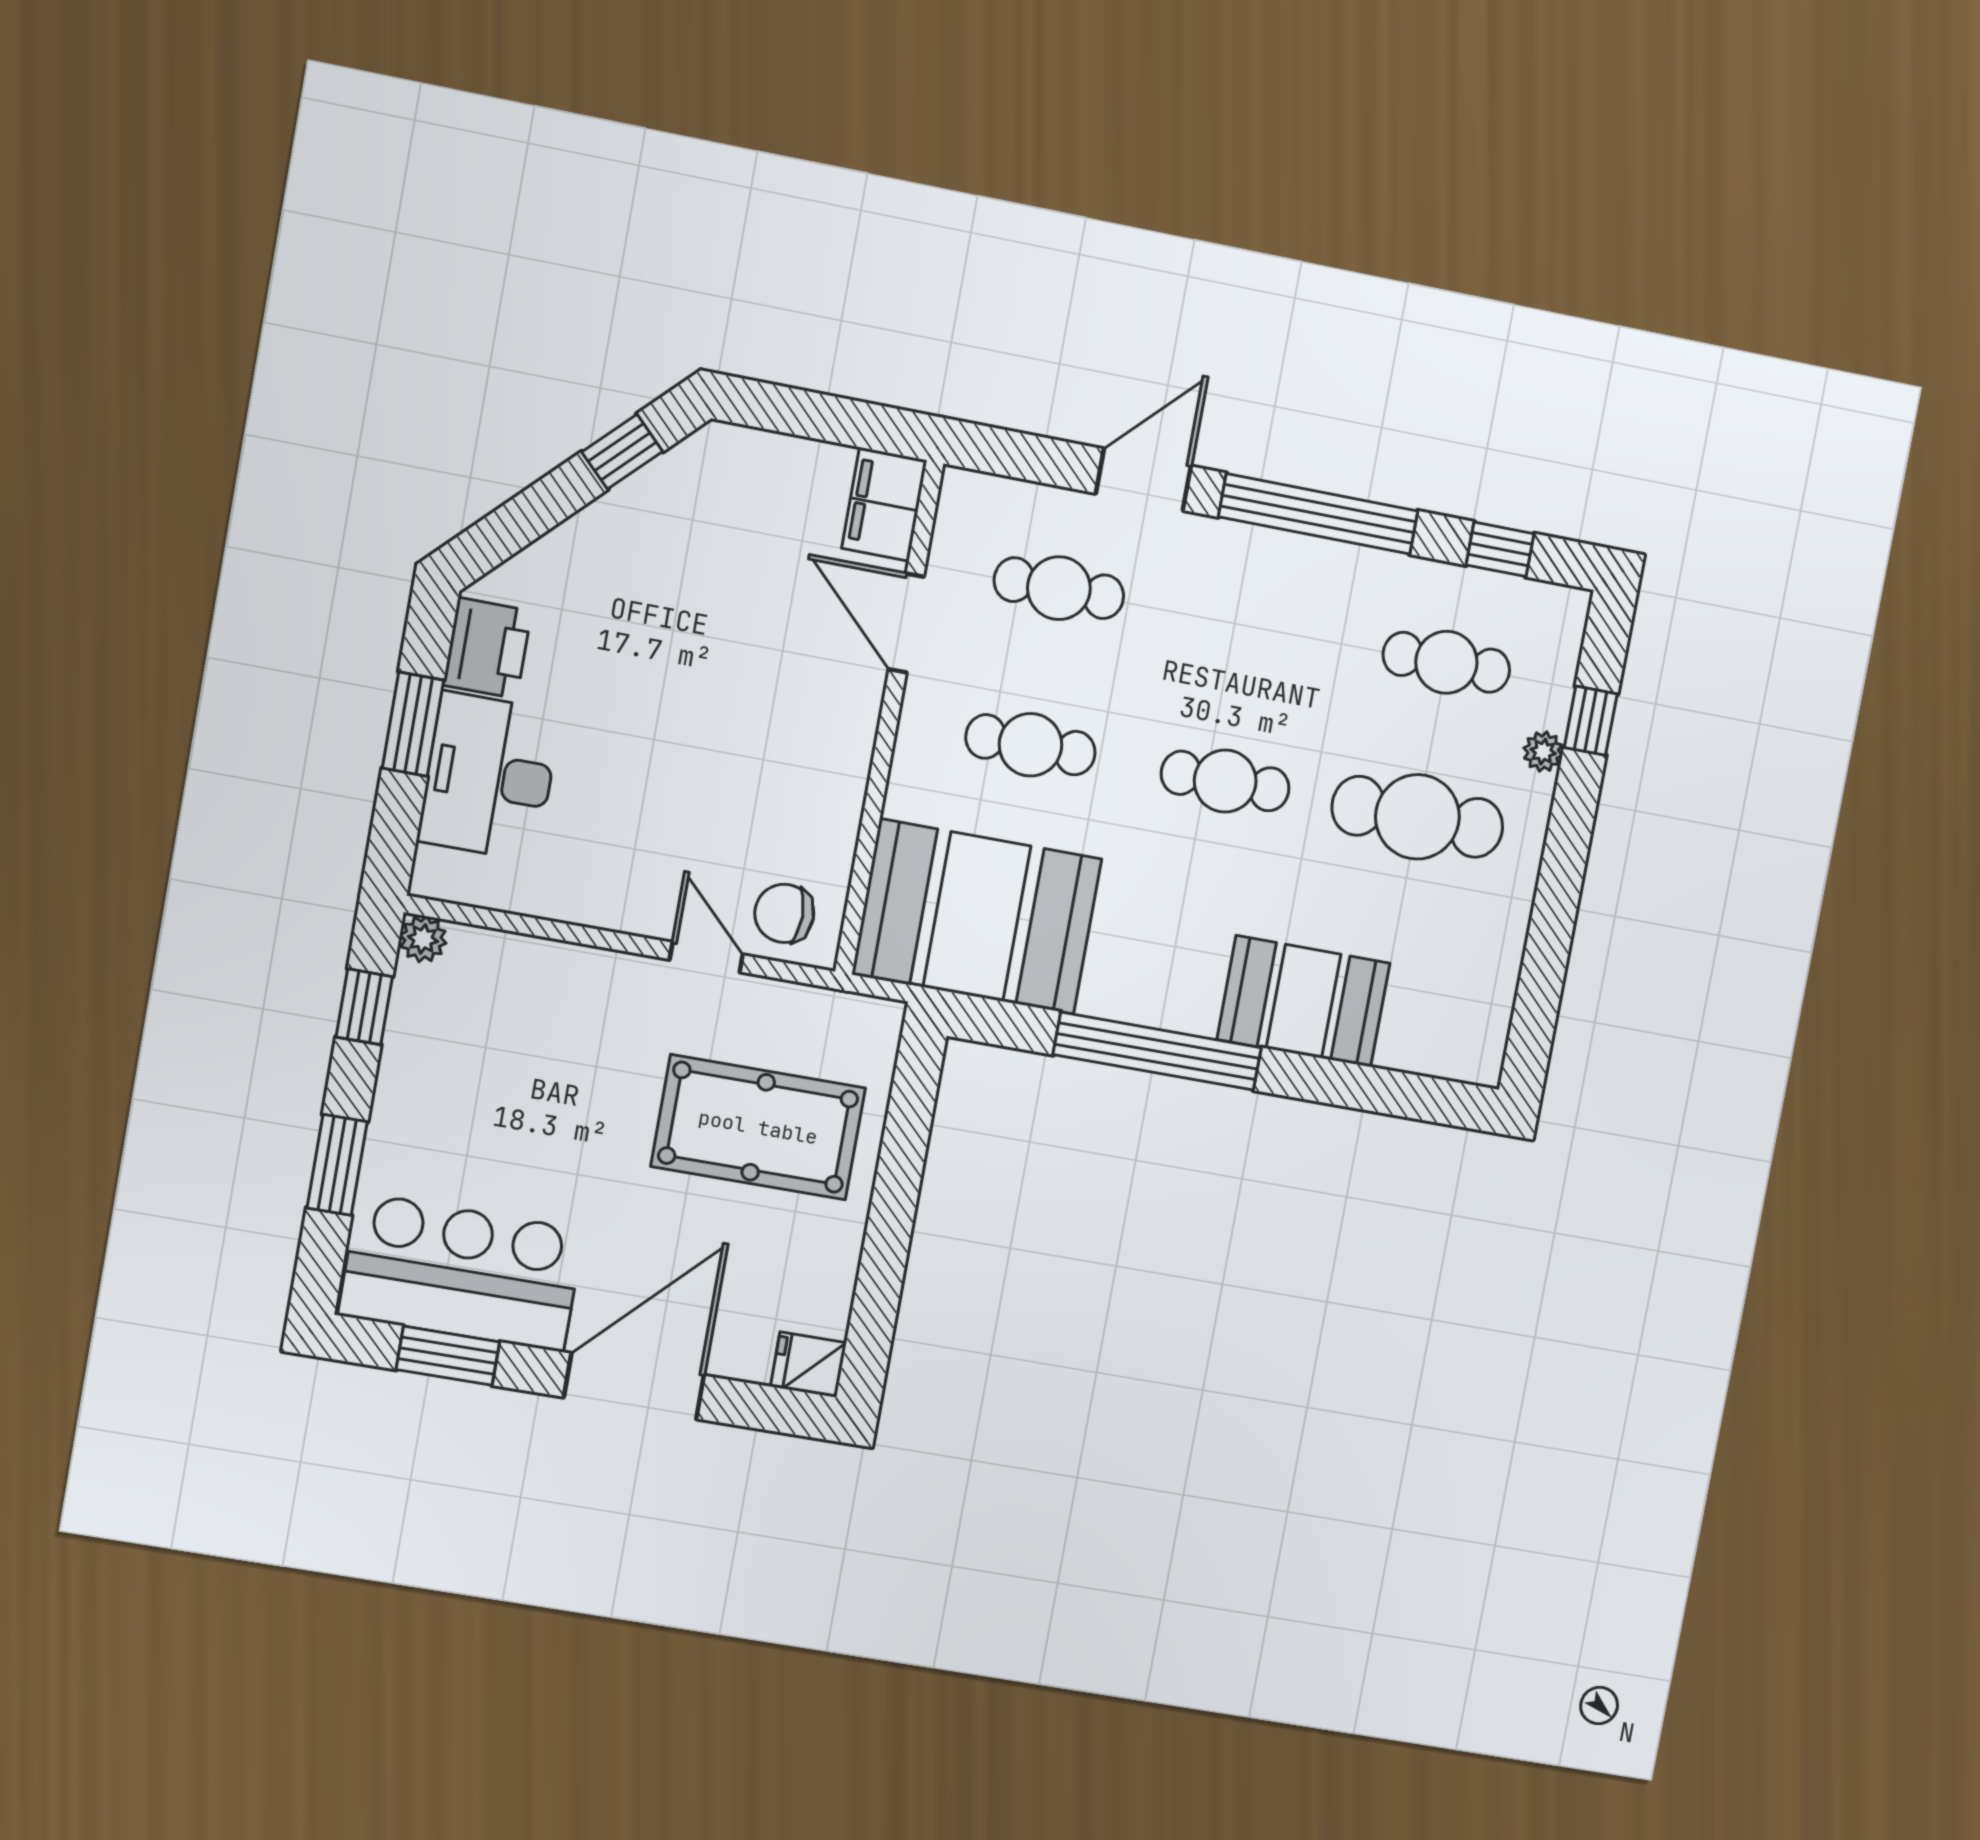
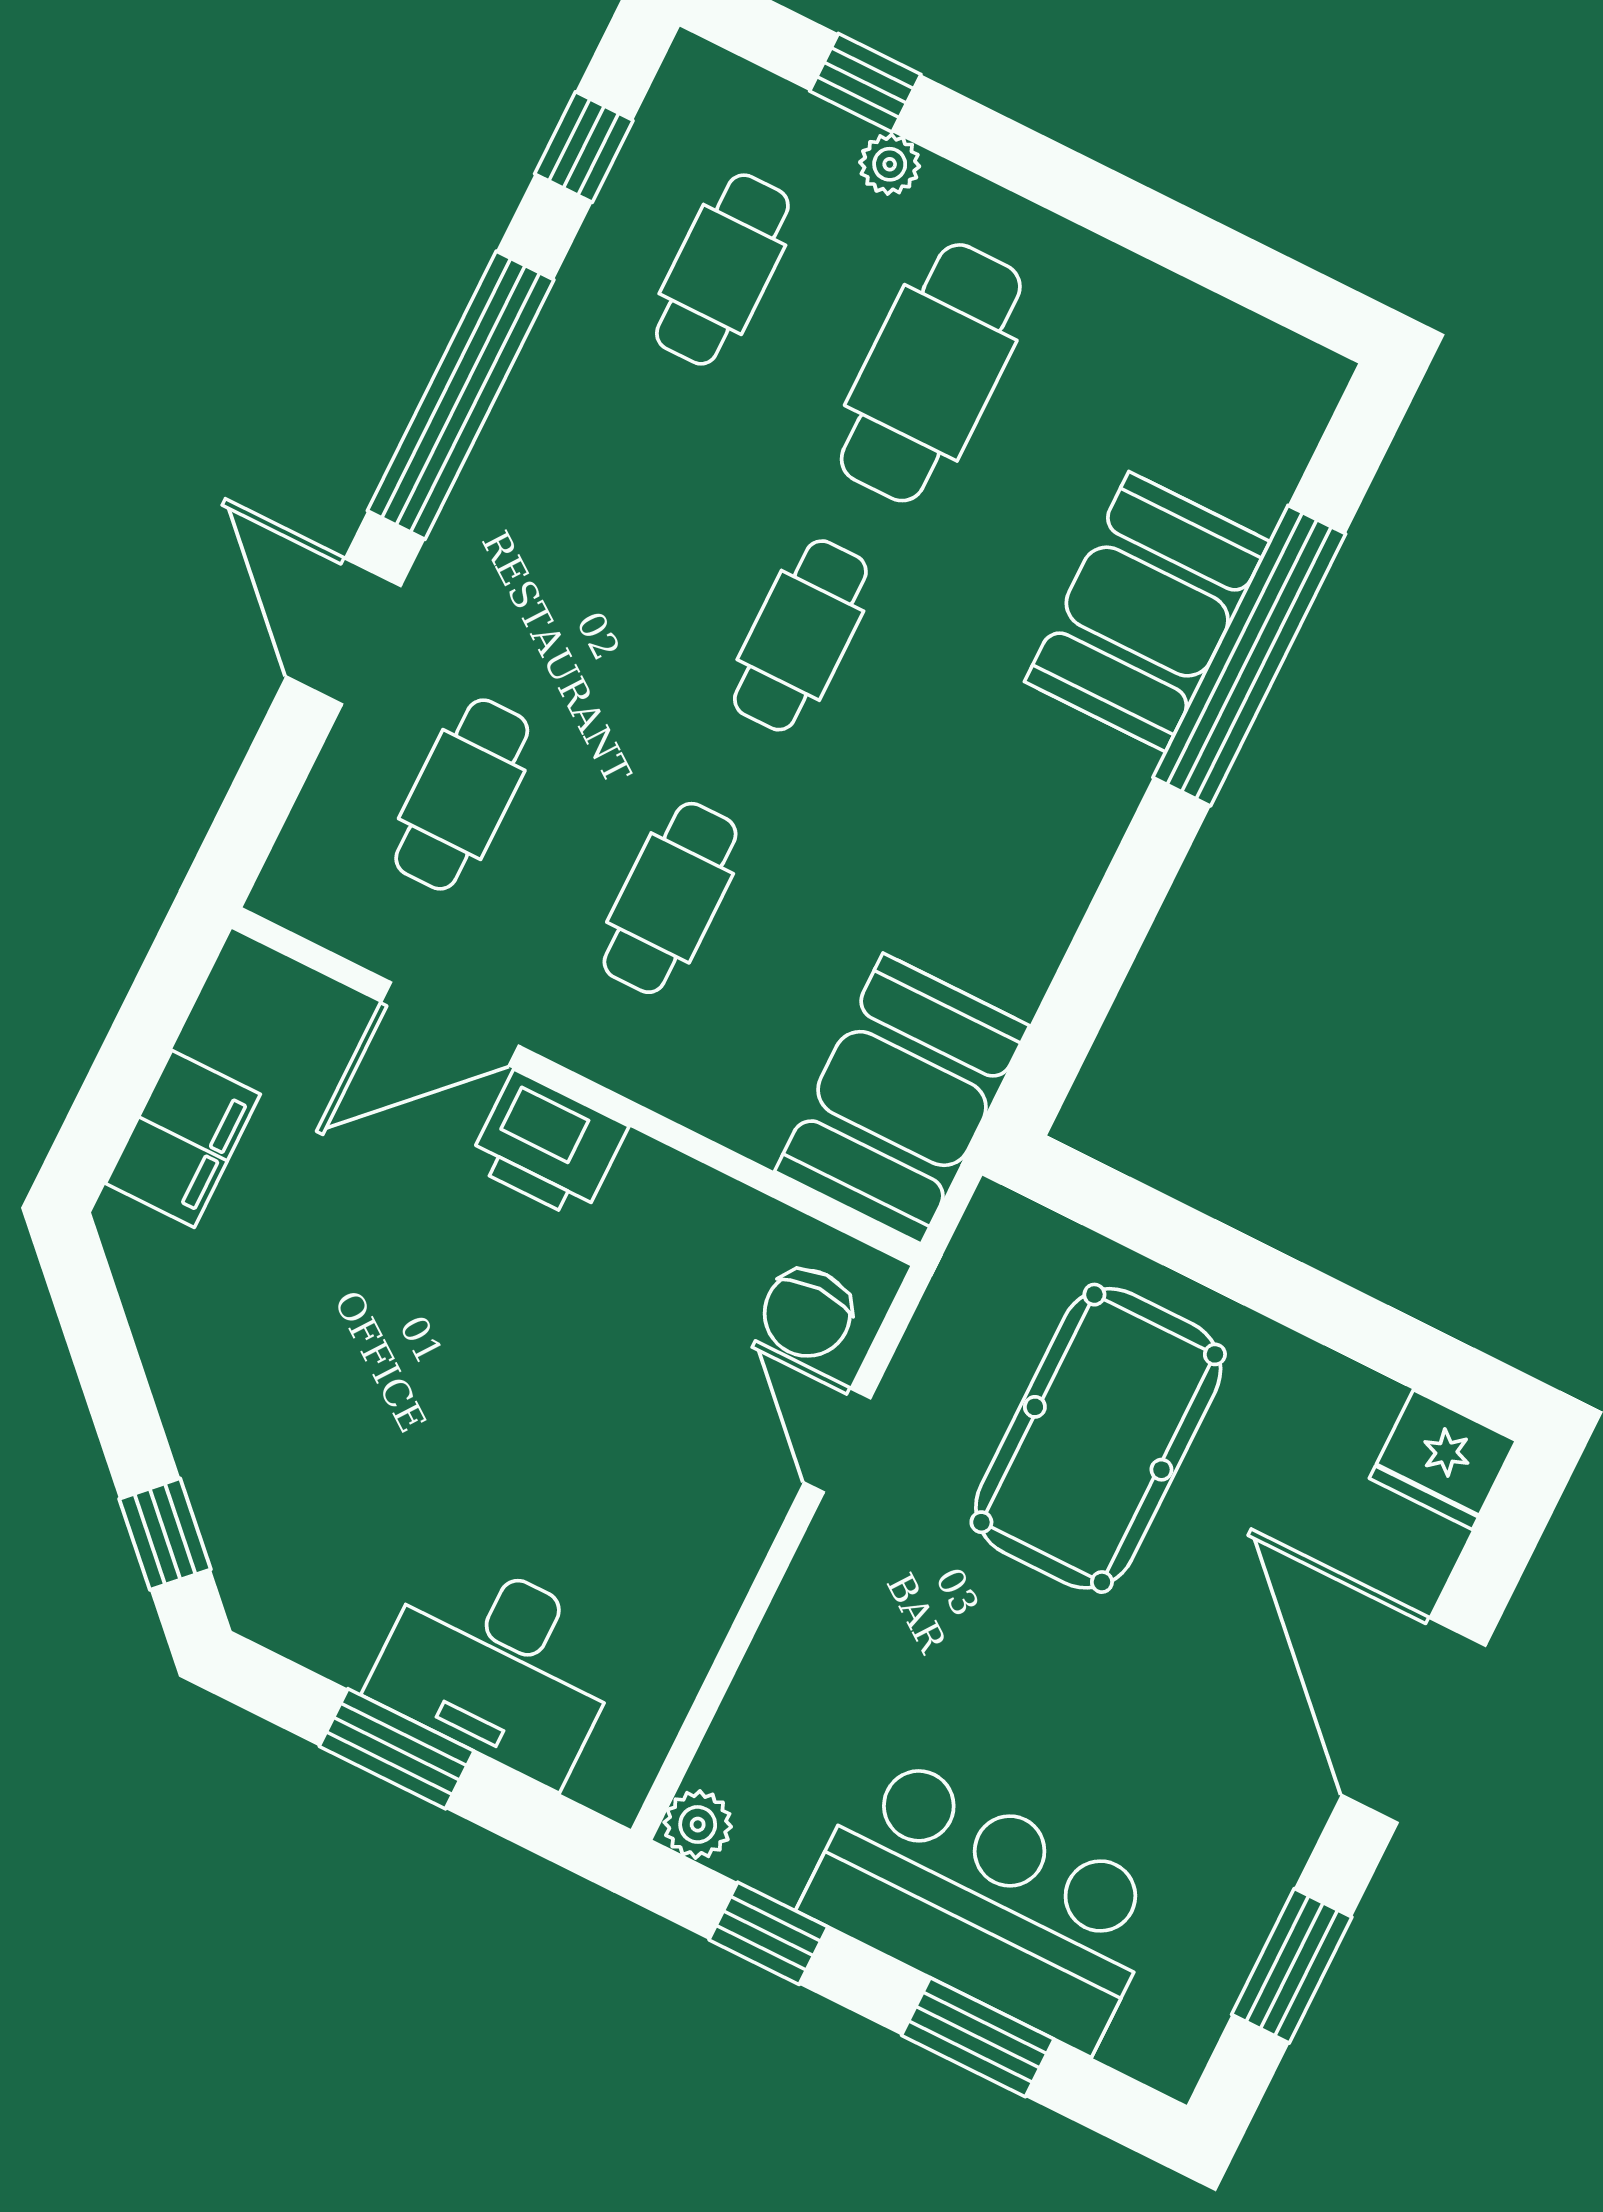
window: (622, 452) -> (165, 1534), moved
filing cabinet: (884, 504) -> (183, 1139), moved, turned -90
printer: (487, 648) -> (548, 1145), moved, turned 180
booth: (977, 917) -> (902, 1098), width x0.73, depth x0.70
door: (706, 957) -> (837, 1440), hinge flipped
window: (1157, 1051) -> (1249, 656), moved
bar counter: (461, 1273) -> (984, 1902), moved, turned 90
fridge: (808, 1365) -> (1443, 1460), width x1.38

